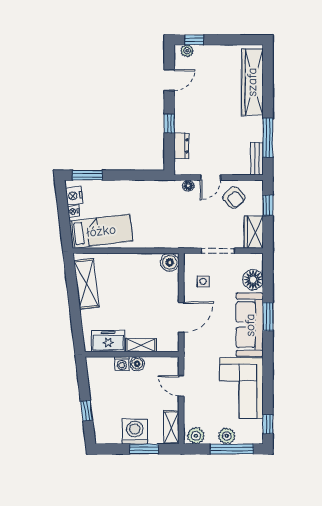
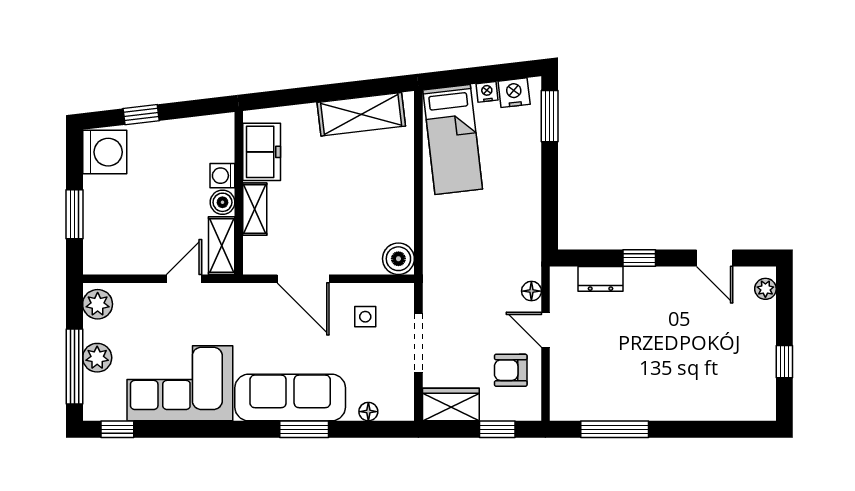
window: (194, 40) -> (784, 362), moved
wardrobe: (252, 82) -> (711, 402), removed
bench: (257, 159) -> (578, 410), removed
armchair: (234, 198) -> (511, 370), turned 42
floor lamp: (253, 280) -> (368, 412), width x0.53, depth x0.53
shelving: (171, 428) -> (222, 246), moved, turned 90
washing machine: (135, 432) -> (105, 152), moved

